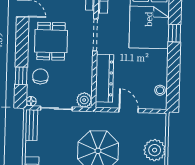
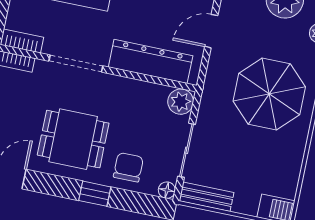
window: (21, 76) -> (95, 194), moved
chair: (40, 76) -> (128, 167), turned 90

